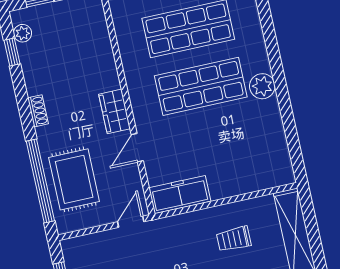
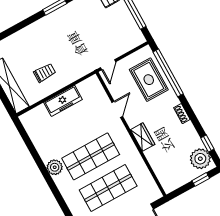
plant: (23, 33) -> (200, 159), width x1.88, depth x1.88
wardrobe: (115, 111) -> (143, 137), moved
freezer: (180, 195) -> (63, 101), moved

